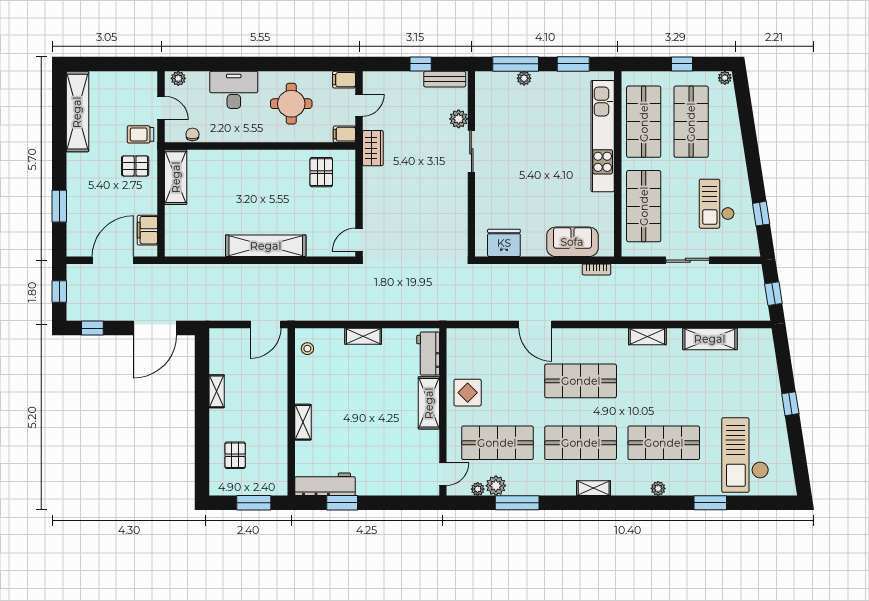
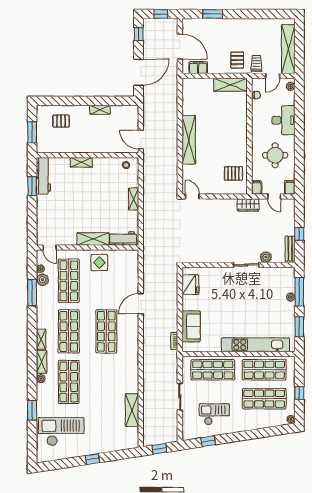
shelving: (77, 112) -> (288, 49), moved, turned 90
door: (155, 328) -> (139, 72), swing flipped
shelving: (647, 336) -> (42, 362), moved

